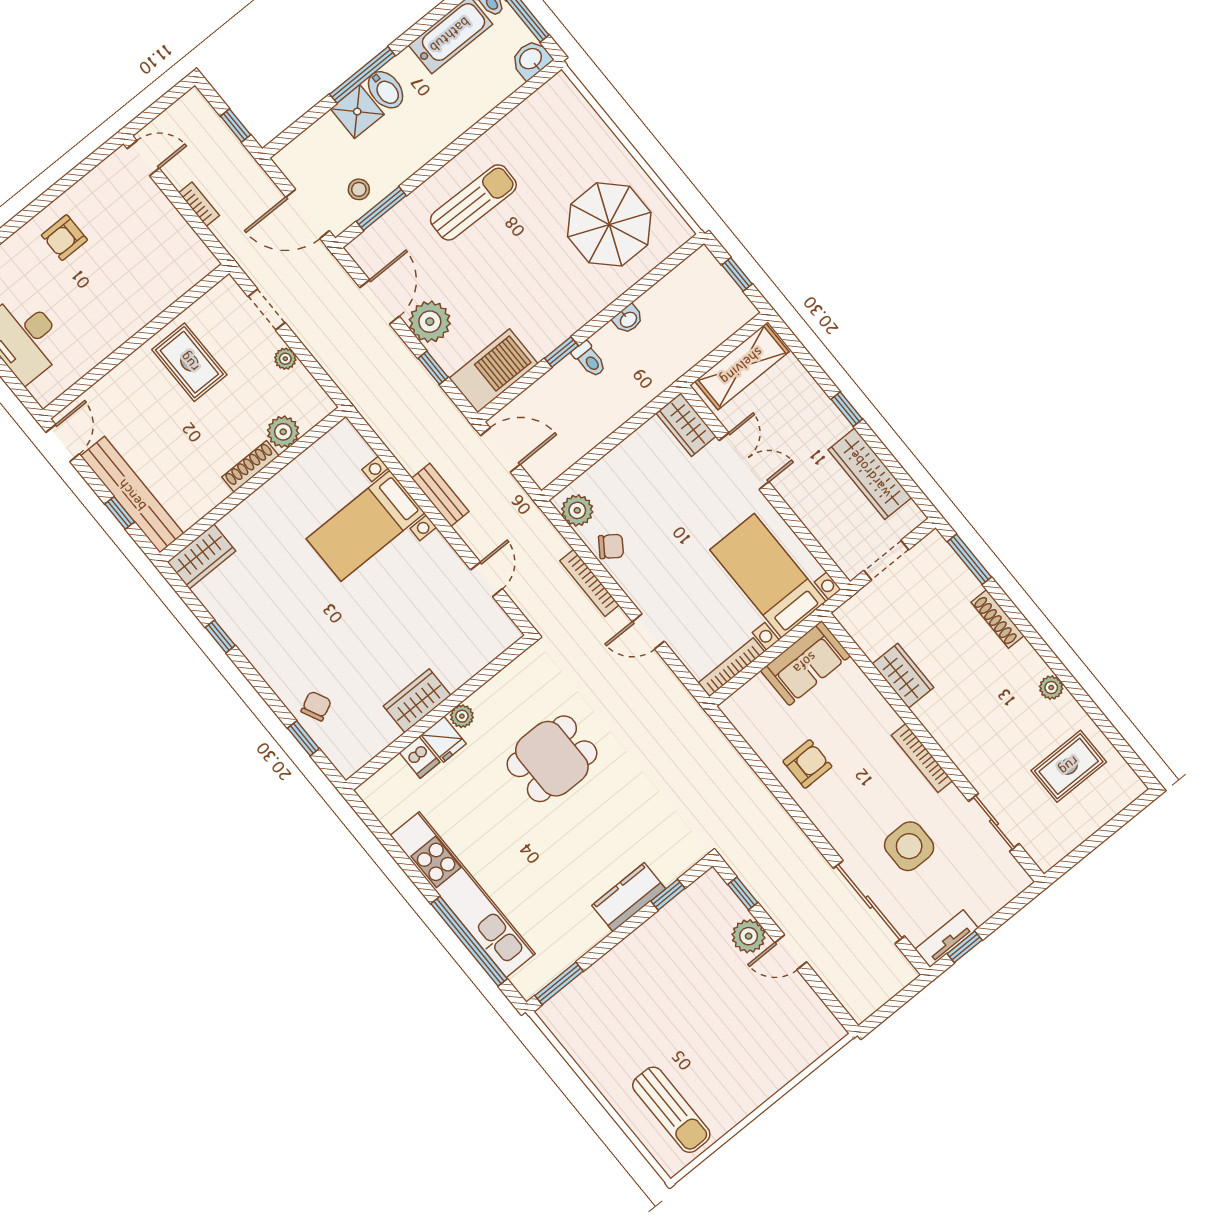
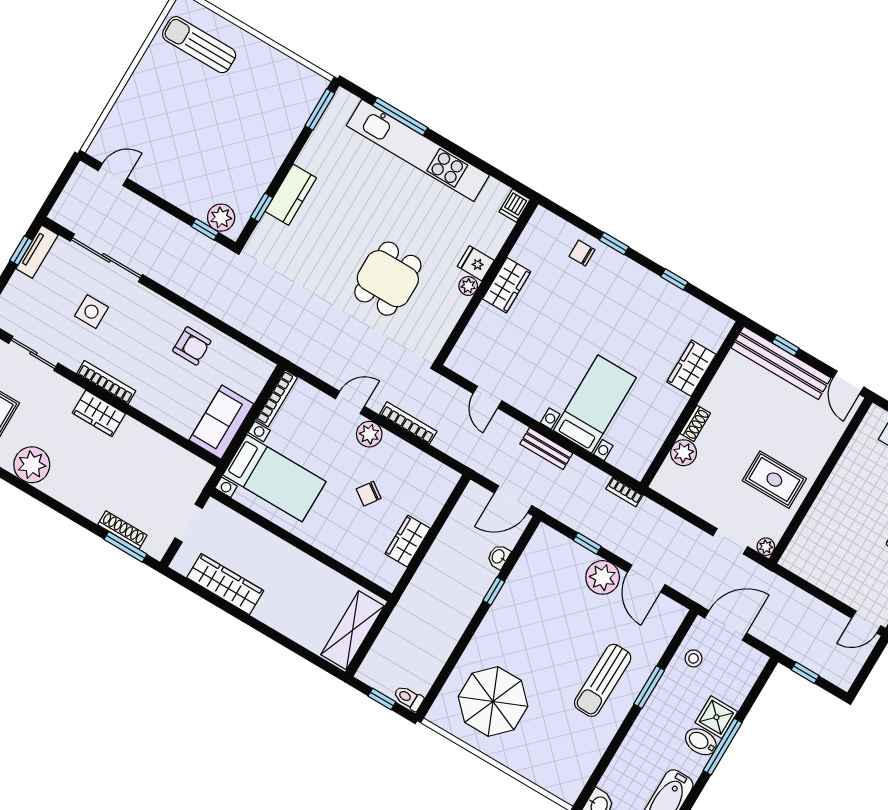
bookcase: (199, 204) -> (624, 492), moved
window: (381, 208) -> (649, 687), moved
washbasin: (628, 319) -> (499, 557), moved
plant: (285, 359) -> (766, 547), moved
toilet: (589, 359) -> (408, 698), moved
barbecue: (494, 371) -> (540, 558), removed
window: (847, 409) -> (261, 627), removed
wardrobe: (686, 425) -> (408, 541), moved, turned -90
double door: (744, 461) -> (324, 559), removed
shoe rack: (250, 466) -> (695, 423), width x0.70
plant: (577, 510) -> (369, 434), moved
chair: (611, 546) -> (369, 494), moved
wardrobe: (202, 556) -> (691, 368), moved
shoe rack: (997, 619) -> (122, 530), moved
wardrobe: (903, 676) -> (99, 413), moved
plant: (1051, 688) -> (32, 465), width x1.87, depth x1.87
chair: (316, 706) -> (582, 253), turned 116
window: (303, 738) -> (614, 244), moved
dishwasher: (420, 757) -> (515, 206), moved, turned -90
armchair: (807, 764) -> (192, 346), turned -90
side table: (909, 846) -> (91, 312), width x0.73, depth x0.73
plant: (749, 936) -> (221, 218), moved
window: (469, 941) -> (400, 117), width x0.68
door: (791, 952) -> (113, 174), moved

